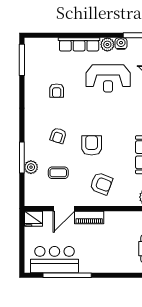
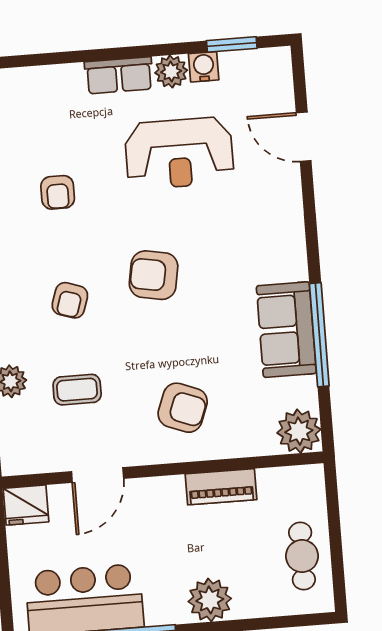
row of seats: (79, 44) -> (119, 75), width x0.68
armchair: (92, 145) -> (154, 275), moved, turned -80
piano: (89, 217) -> (221, 487), moved
plant: (106, 264) -> (210, 600), added

